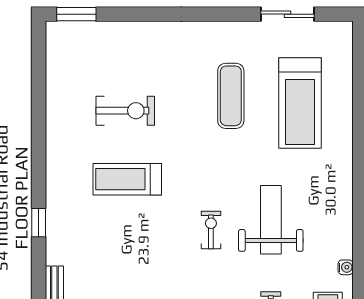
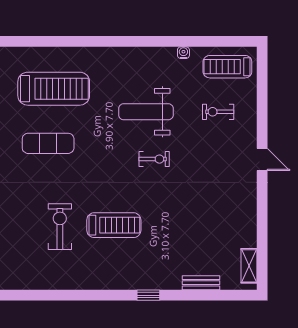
treadmill: (127, 179) -> (114, 225), turned -90
exercise bike: (211, 230) -> (154, 159), turned 180

